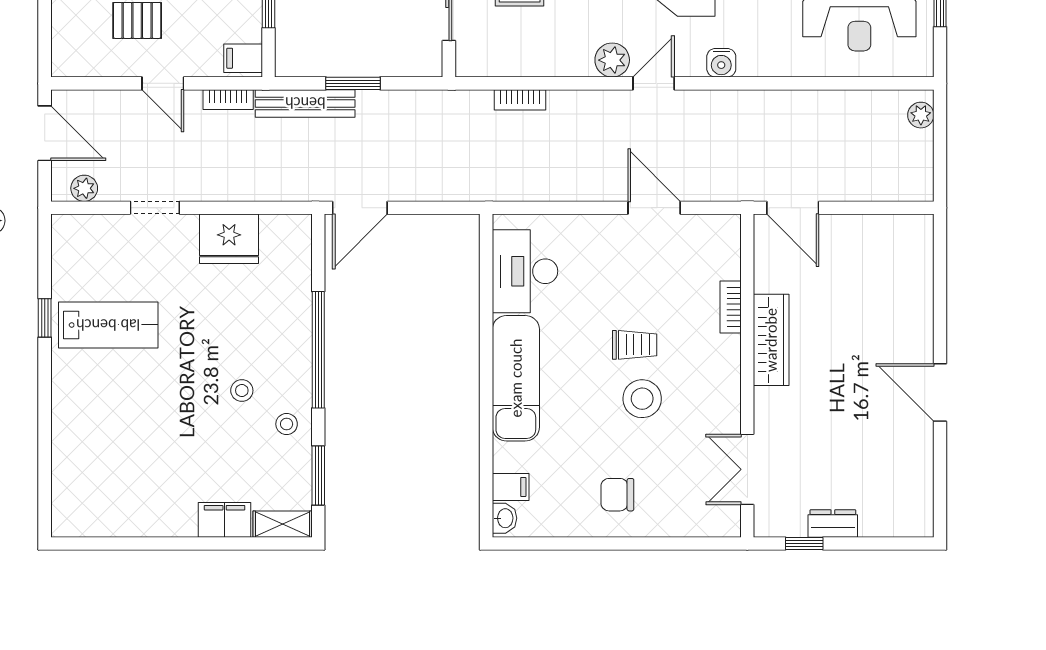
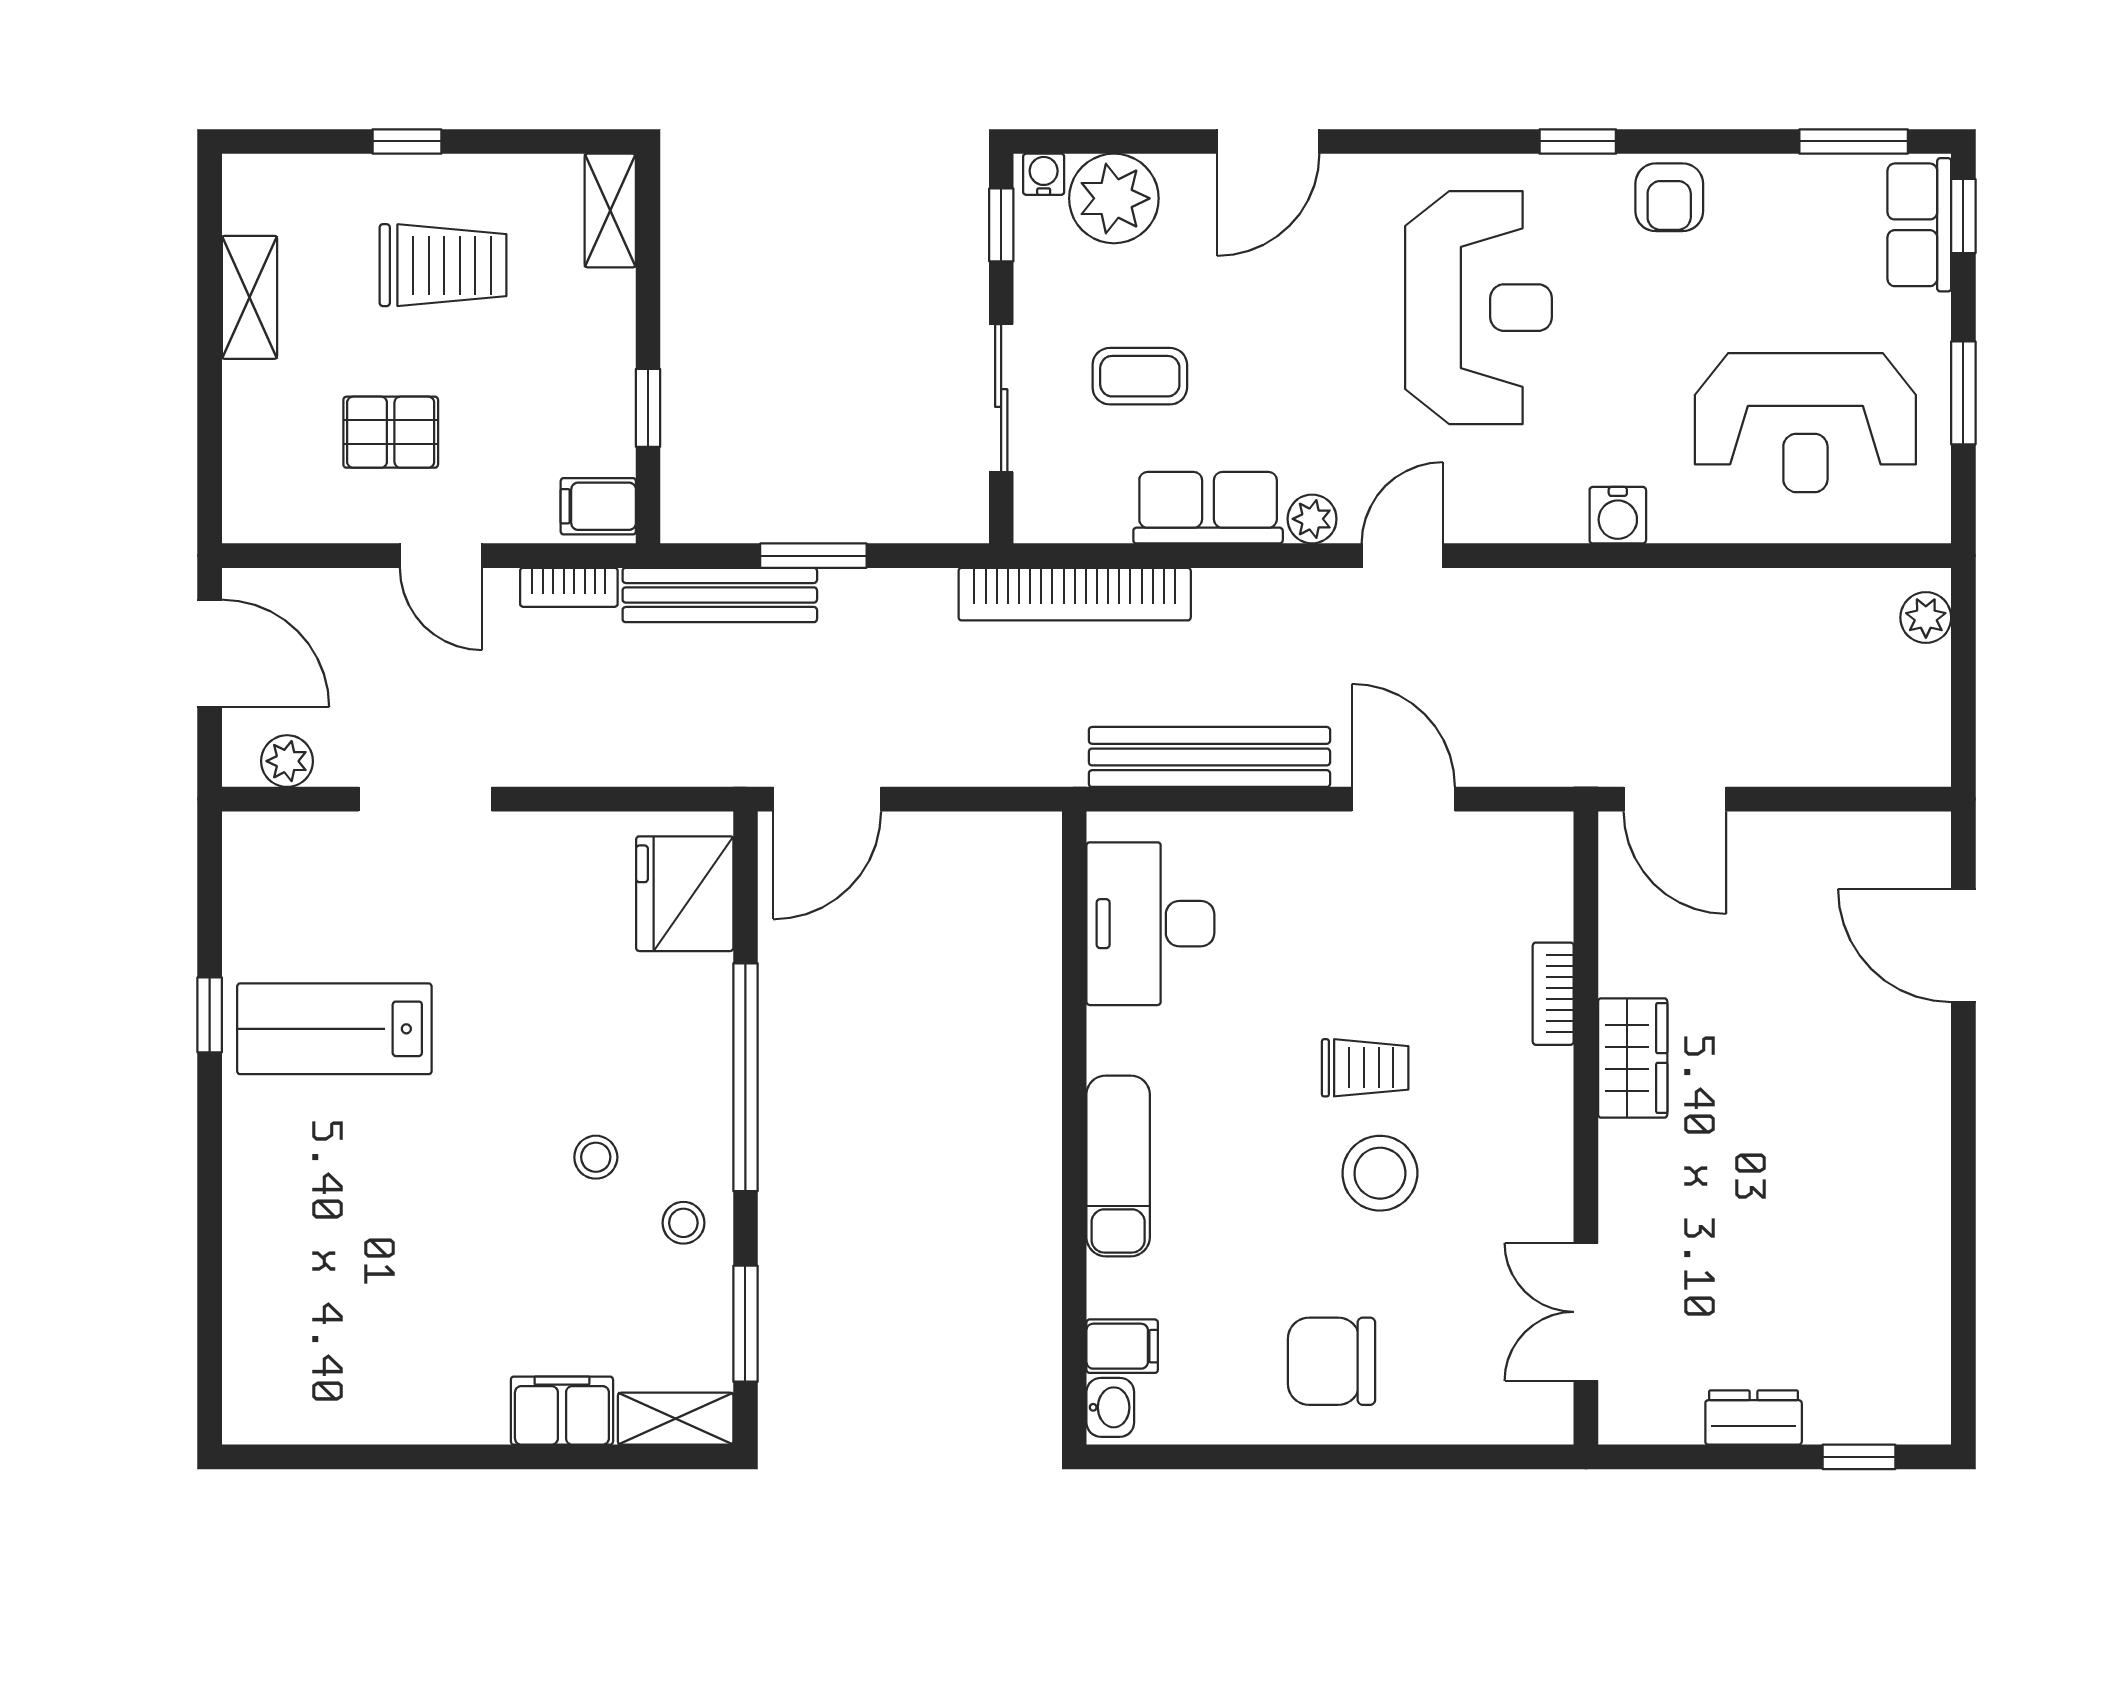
row of seats: (554, 59) -> (1208, 508), added
plant: (612, 60) -> (1312, 519), width x0.73, depth x0.73
water cooler: (721, 63) -> (1618, 515), moved
bookcase: (520, 100) -> (1075, 594), width x2.31, depth x1.31
bench: (555, 186) -> (1209, 757), added
doorway: (155, 208) -> (425, 799), width x1.38
fridge: (229, 239) -> (685, 894), moved, turned 90
lab bench: (108, 325) -> (334, 1029), turned 180
wardrobe: (771, 340) -> (1633, 1058), width x0.67
exam couch: (516, 378) -> (1118, 1166), width x0.73, depth x0.69
door: (940, 392) -> (1963, 946), moved
chair: (617, 495) -> (1331, 1361), width x1.37, depth x1.37
window: (804, 543) -> (1859, 1457), moved

